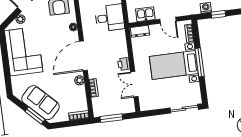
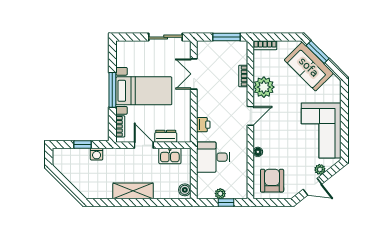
dresser: (140, 31) -> (166, 136), moved
door: (83, 56) -> (250, 116), width x0.53
printer: (124, 64) -> (203, 125), moved
plant: (79, 80) -> (264, 87), width x1.88, depth x1.88
double door: (134, 84) -> (194, 74), swing flipped
sliding door: (184, 109) -> (166, 37), moved

